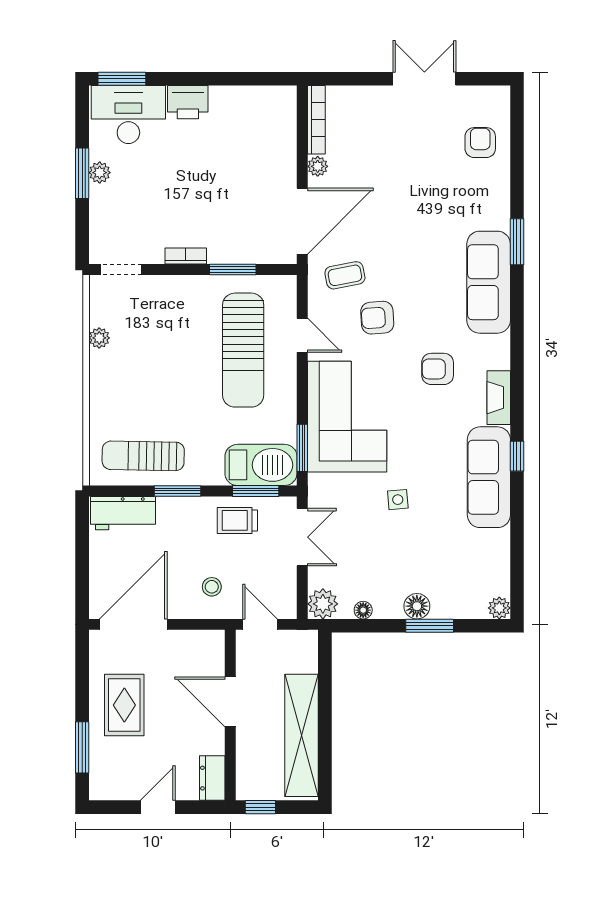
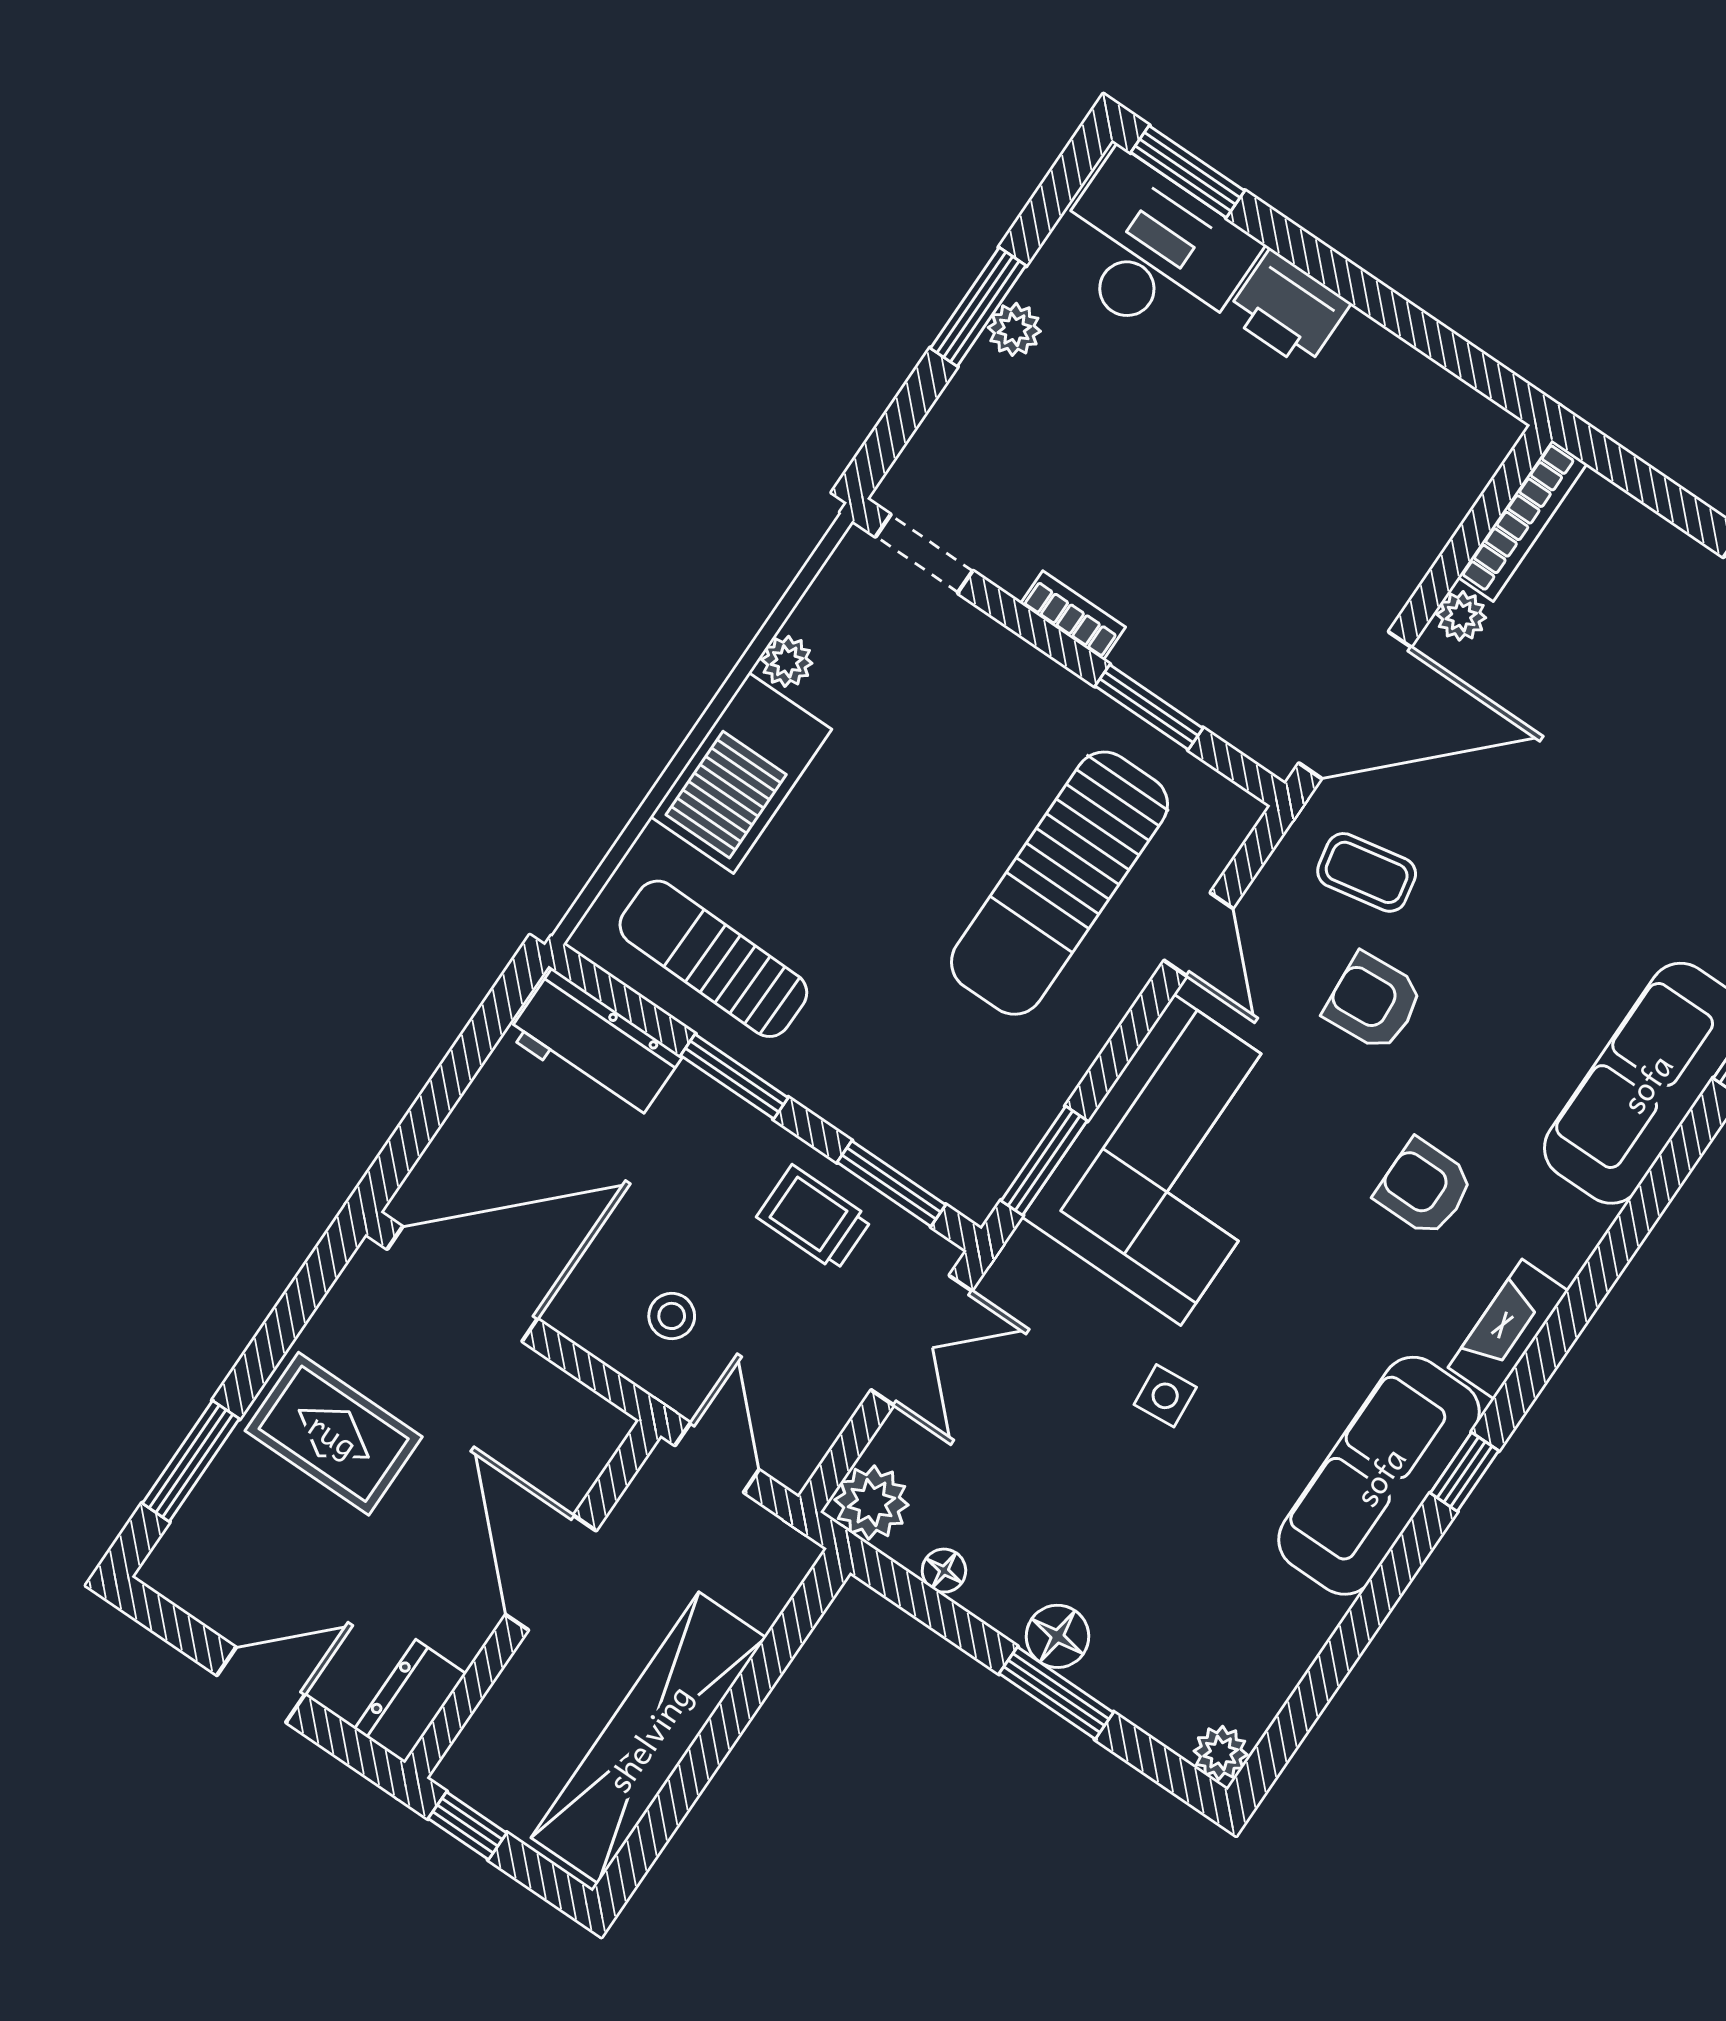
barbecue: (261, 465) -> (741, 773), moved, turned 90
rug: (124, 705) -> (334, 1434), turned 90

